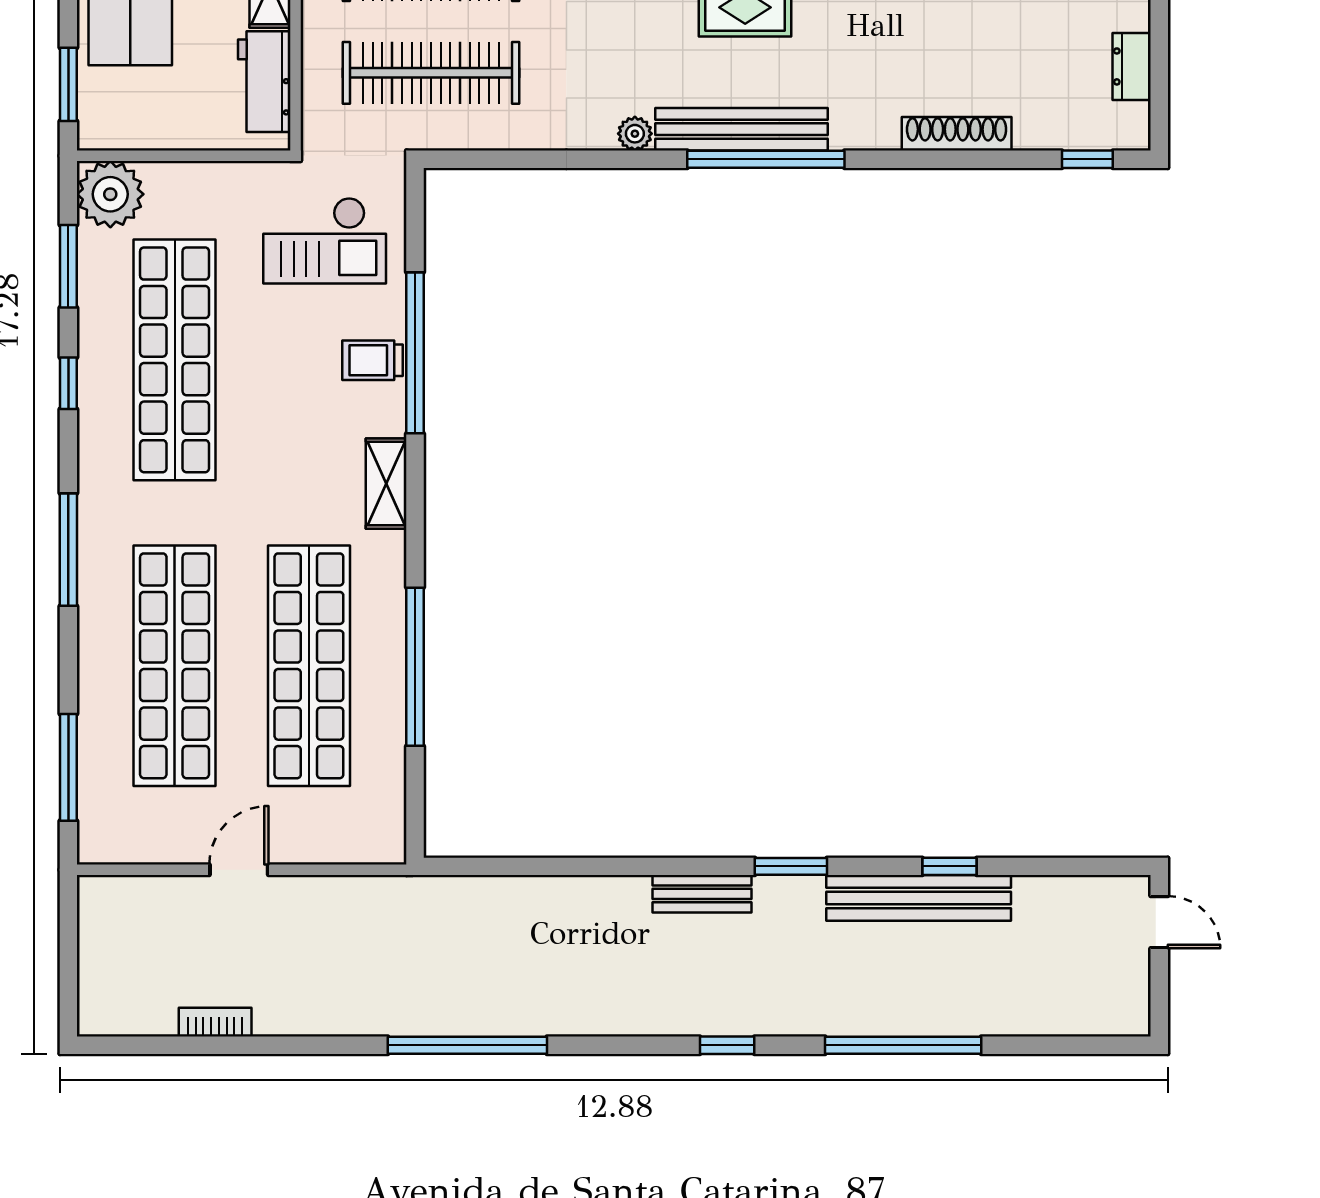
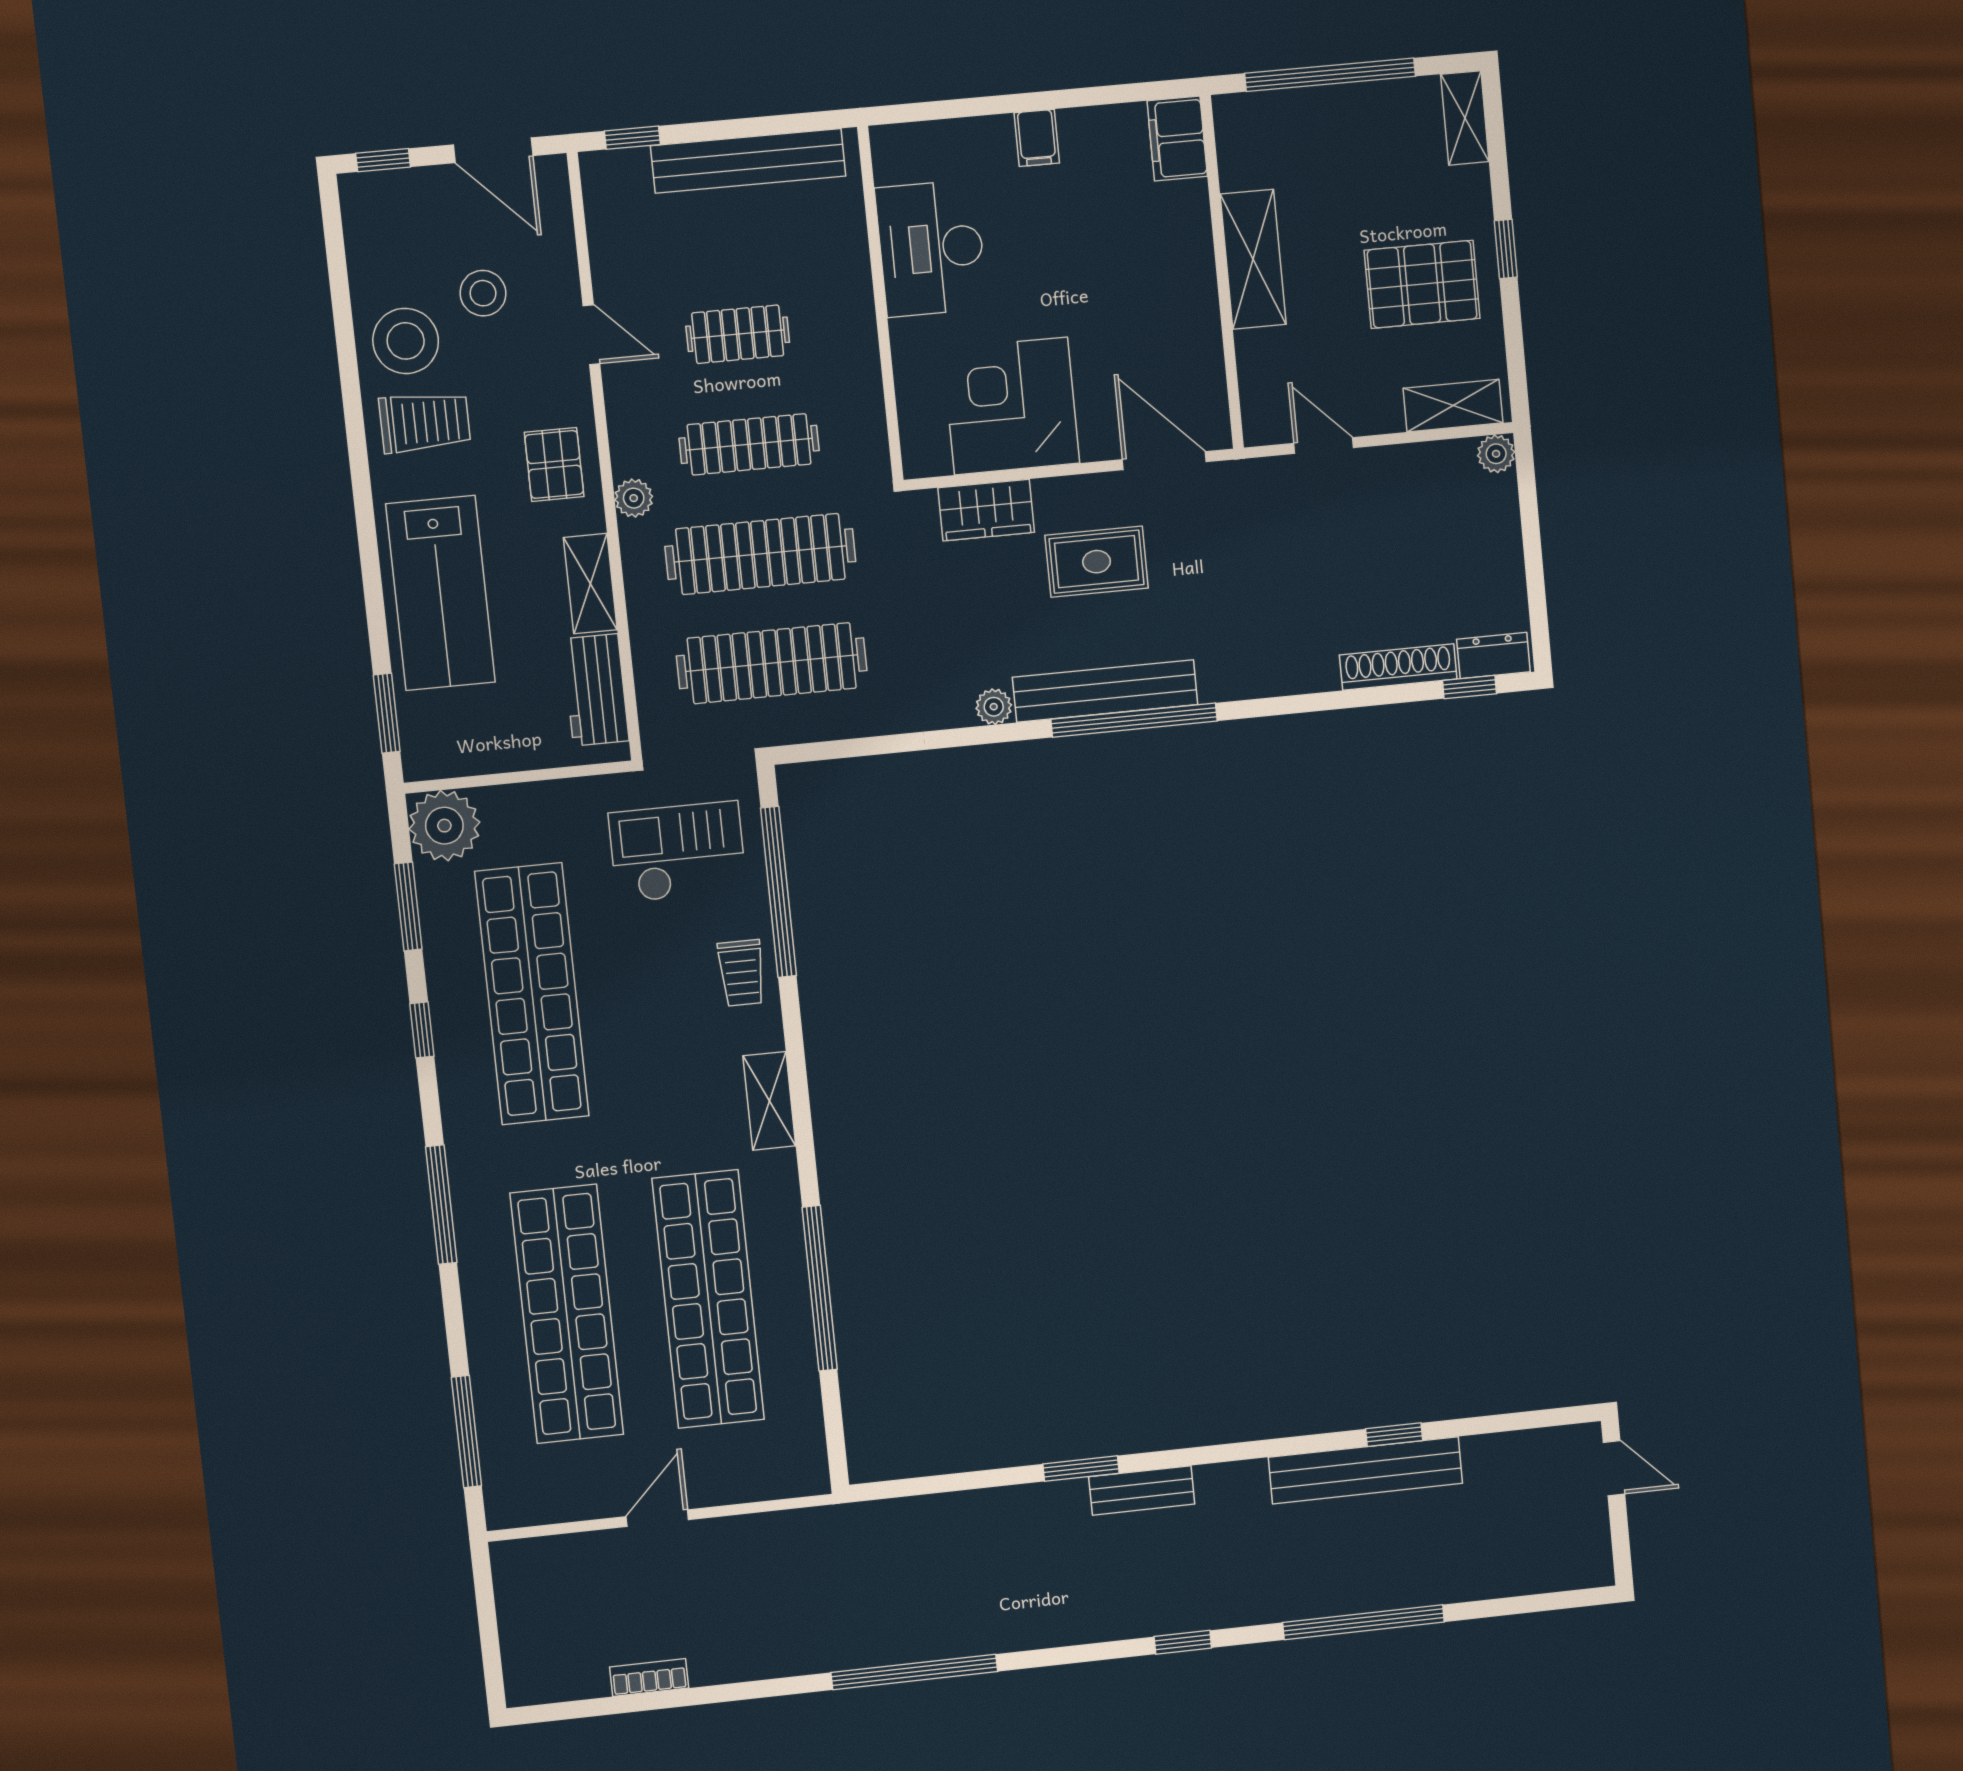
dresser: (1132, 66) -> (1494, 656), moved, turned 90
shoe rack: (957, 134) -> (1398, 667), moved
checkout: (325, 241) -> (678, 852), turned 180
window: (415, 353) -> (778, 892), moved
trolley: (372, 360) -> (741, 973), turned -90
window: (791, 866) -> (1081, 1469), moved

